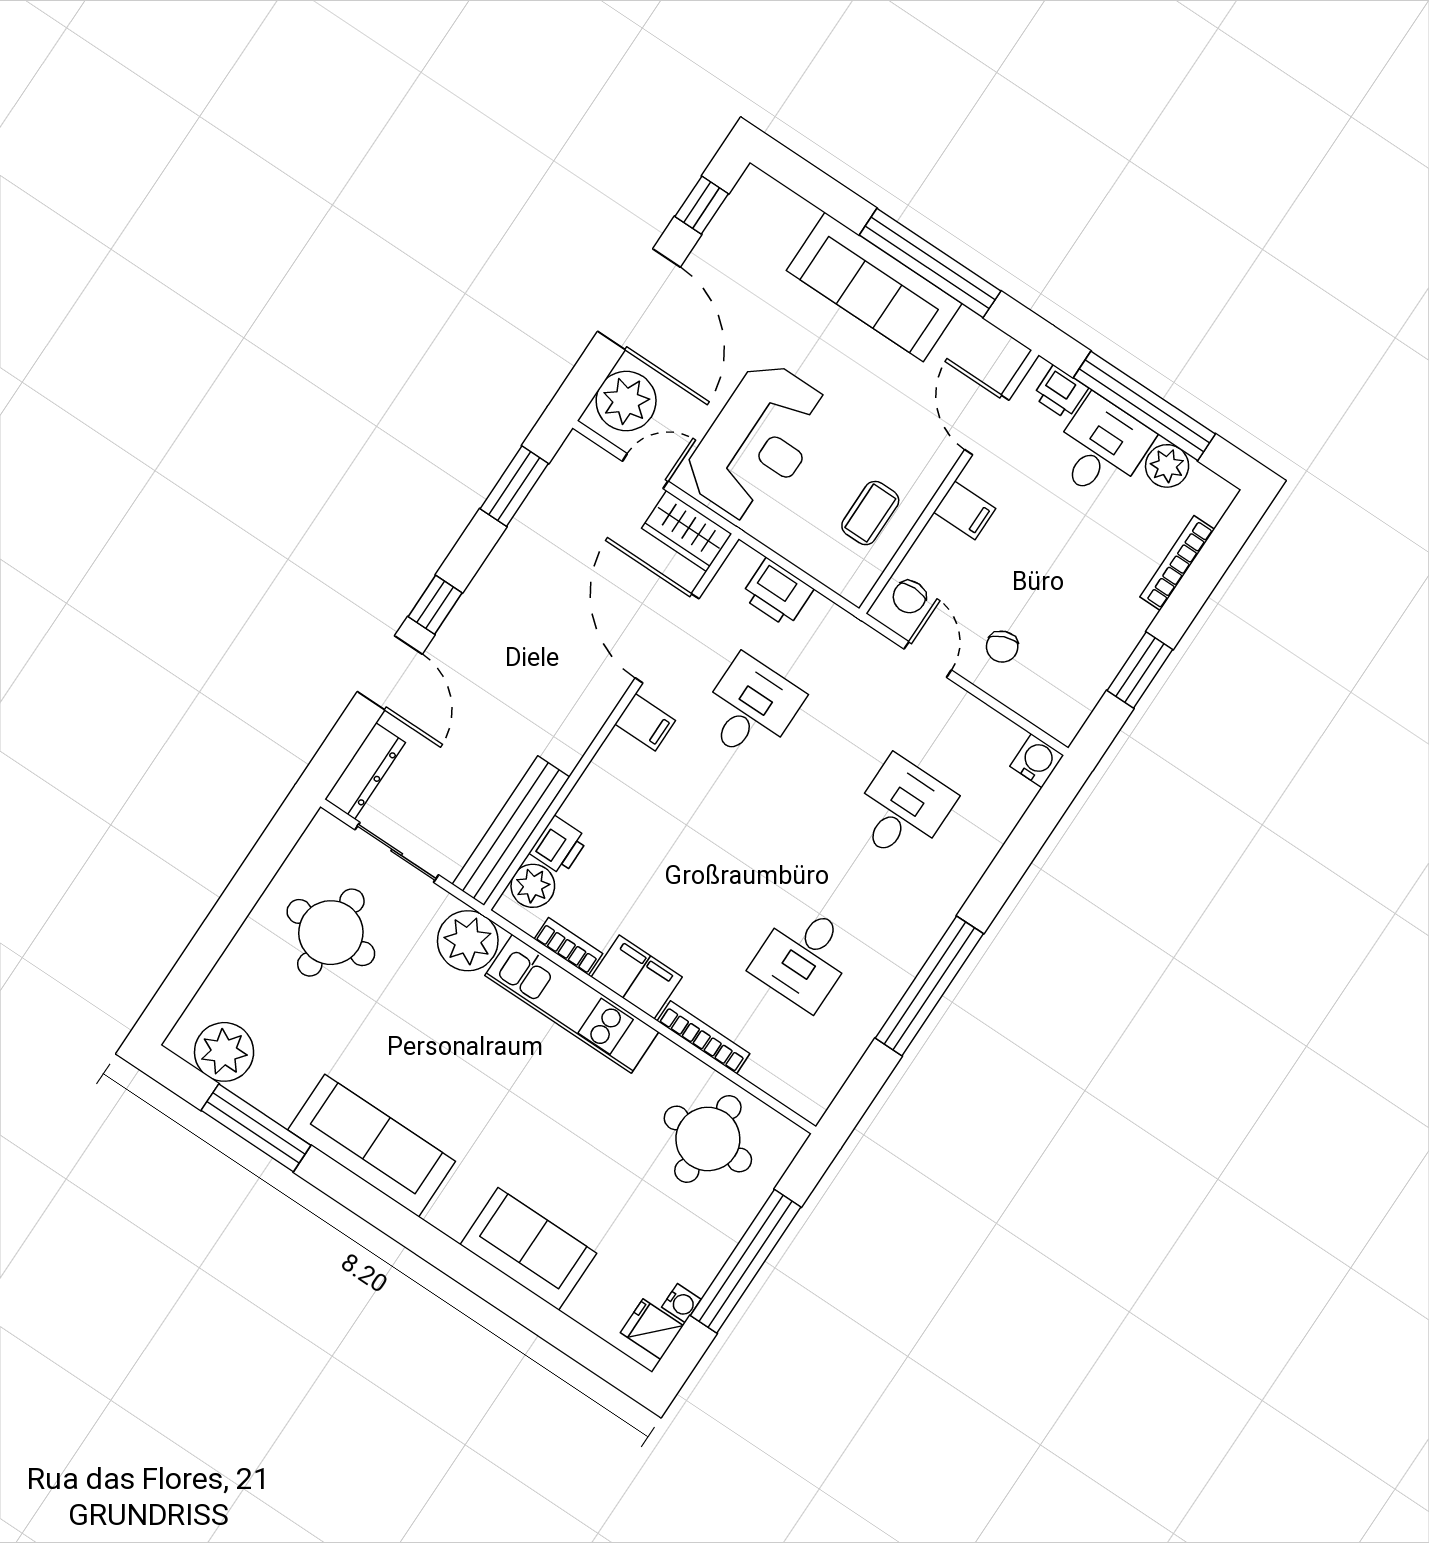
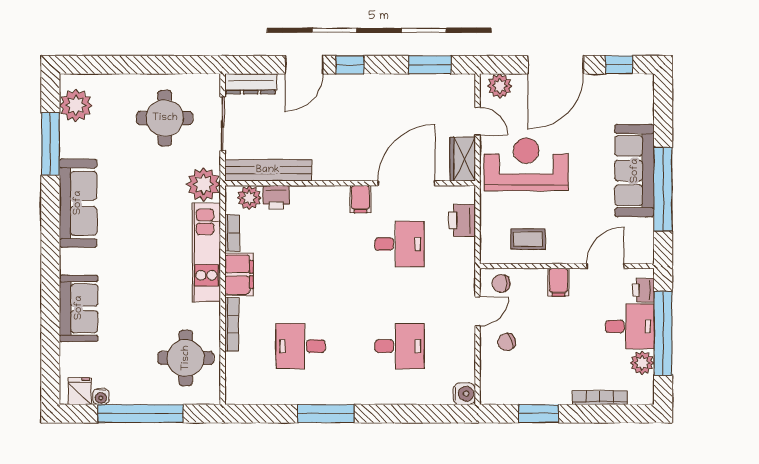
plant: (626, 401) -> (500, 86), width x0.73, depth x0.73
reception desk: (758, 442) -> (526, 164), turned 180
window: (929, 986) -> (326, 414), width x0.68

